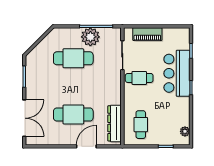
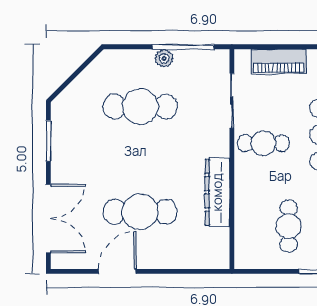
plant: (90, 37) -> (164, 58), width x0.53, depth x0.53
dresser: (115, 123) -> (217, 192), moved
cafe table: (141, 125) -> (289, 226), moved
door: (86, 146) -> (117, 271), moved

